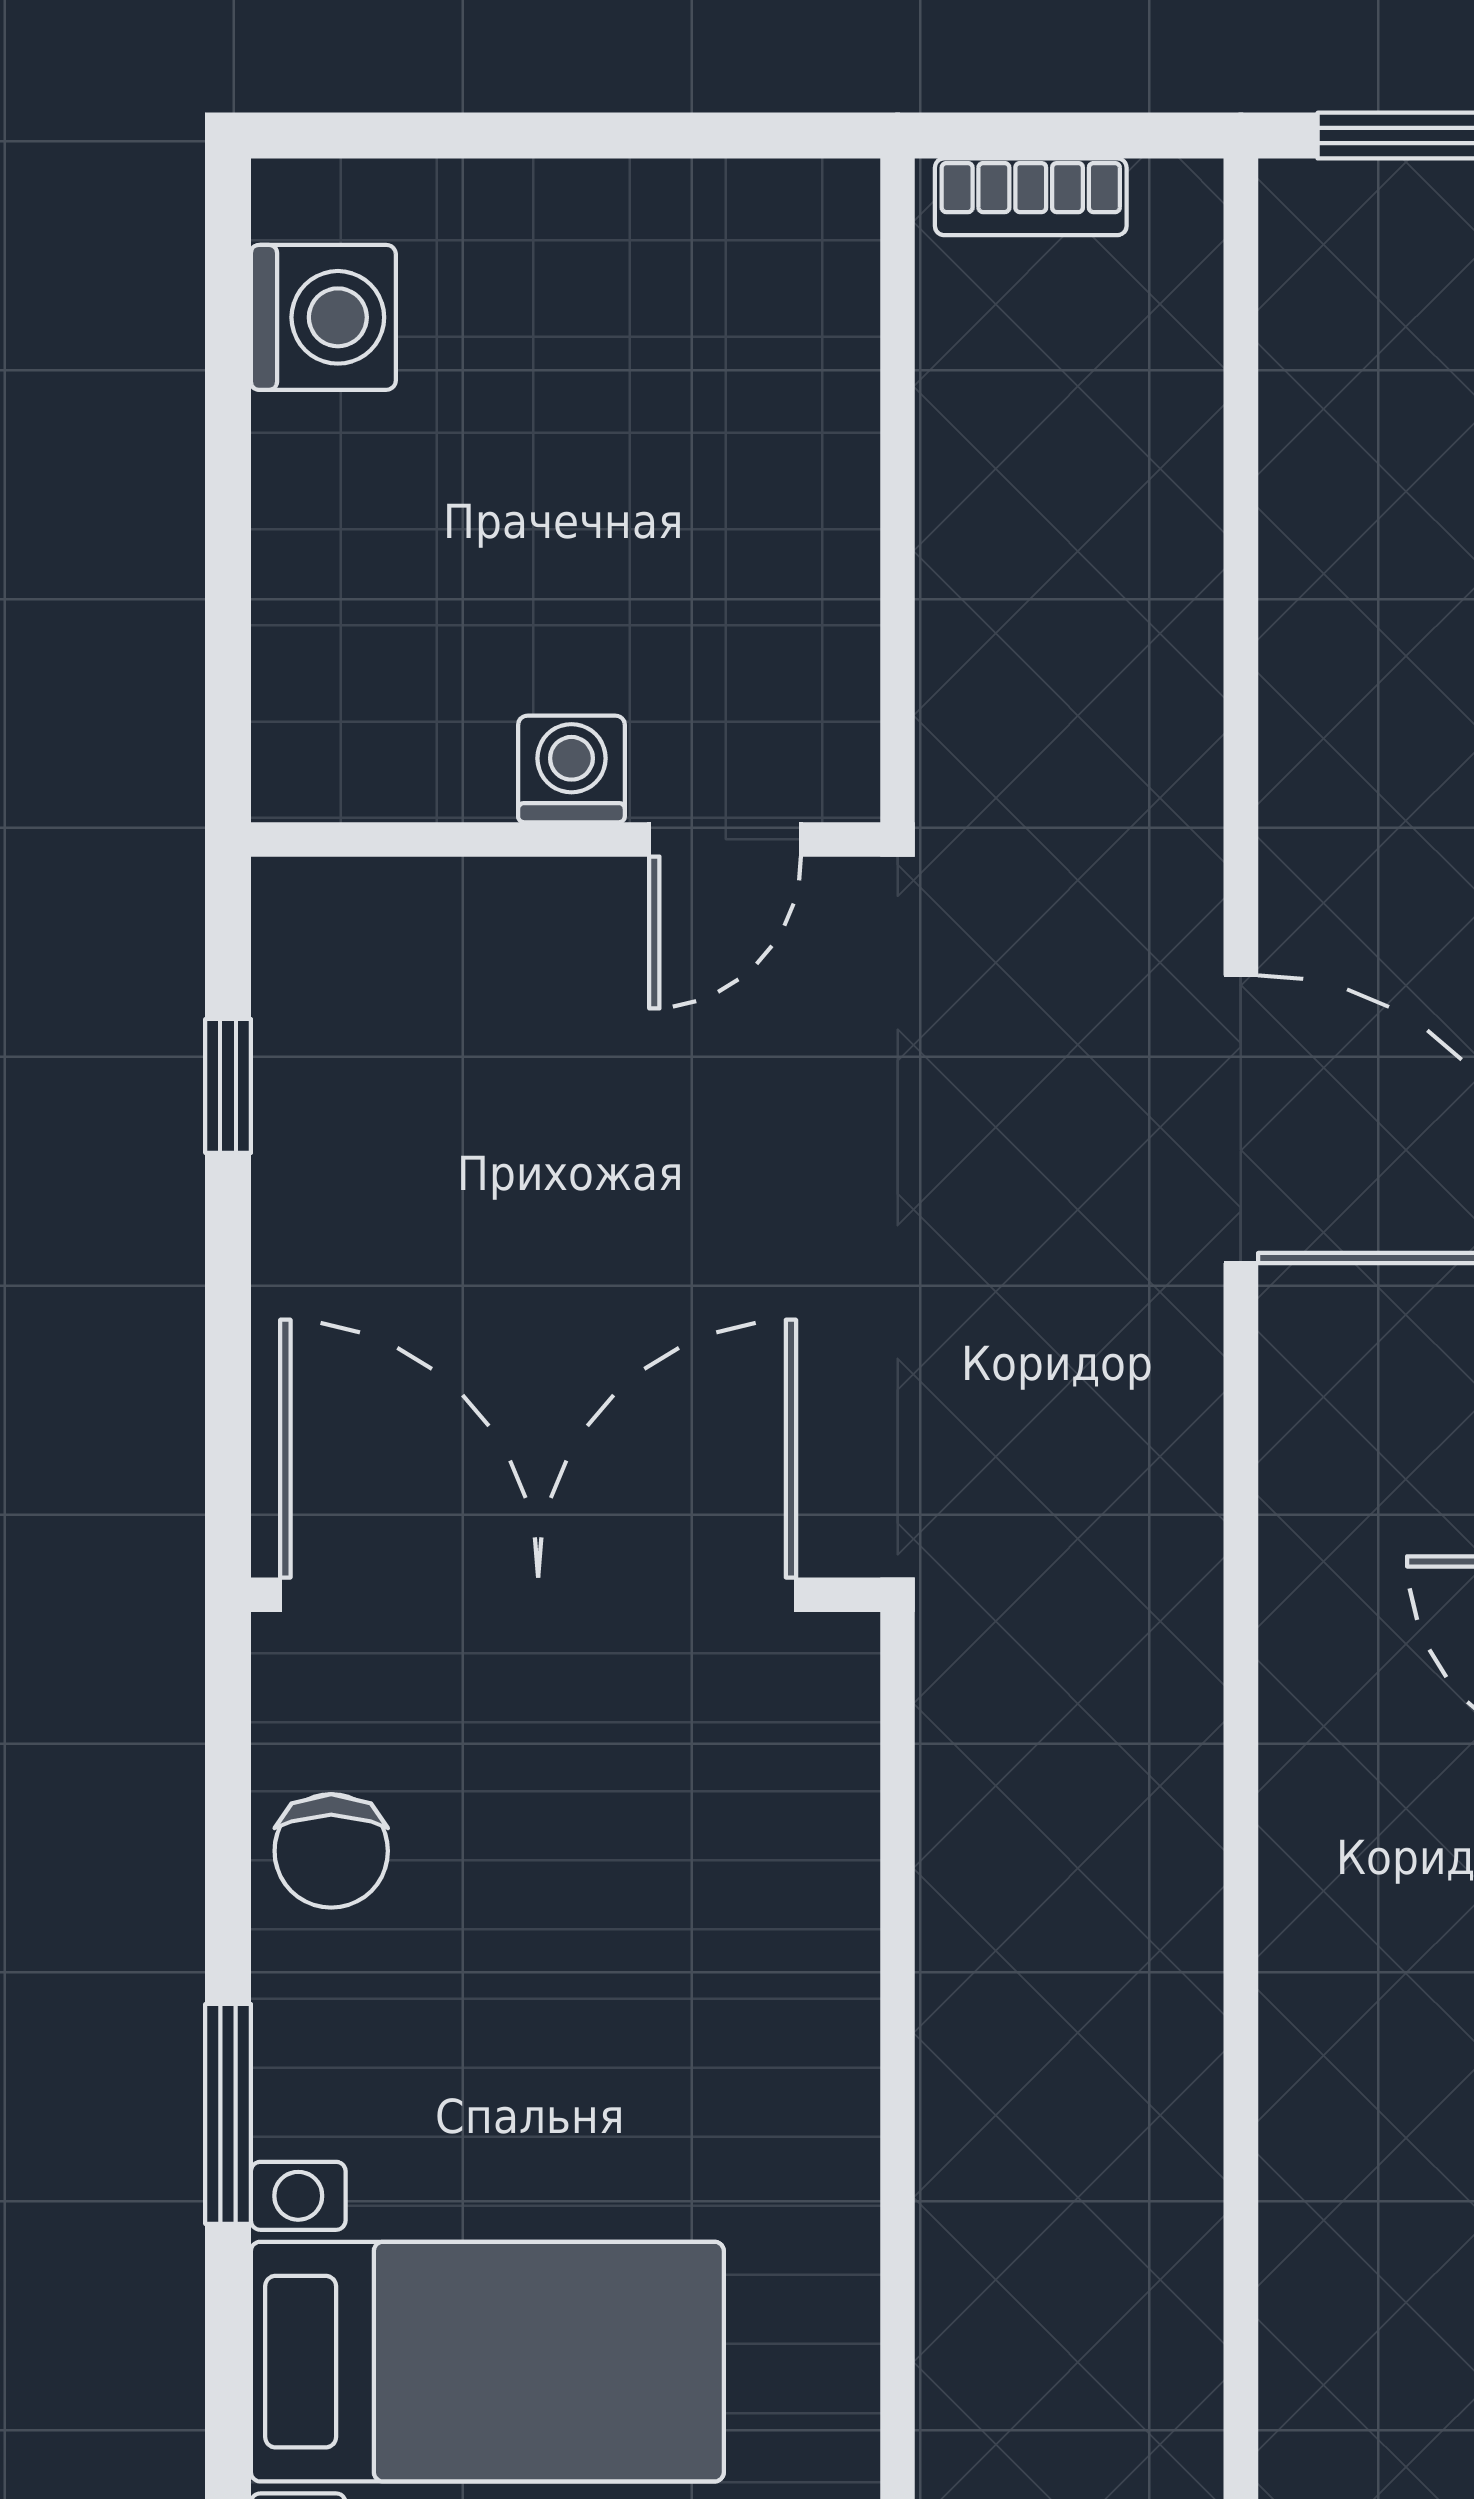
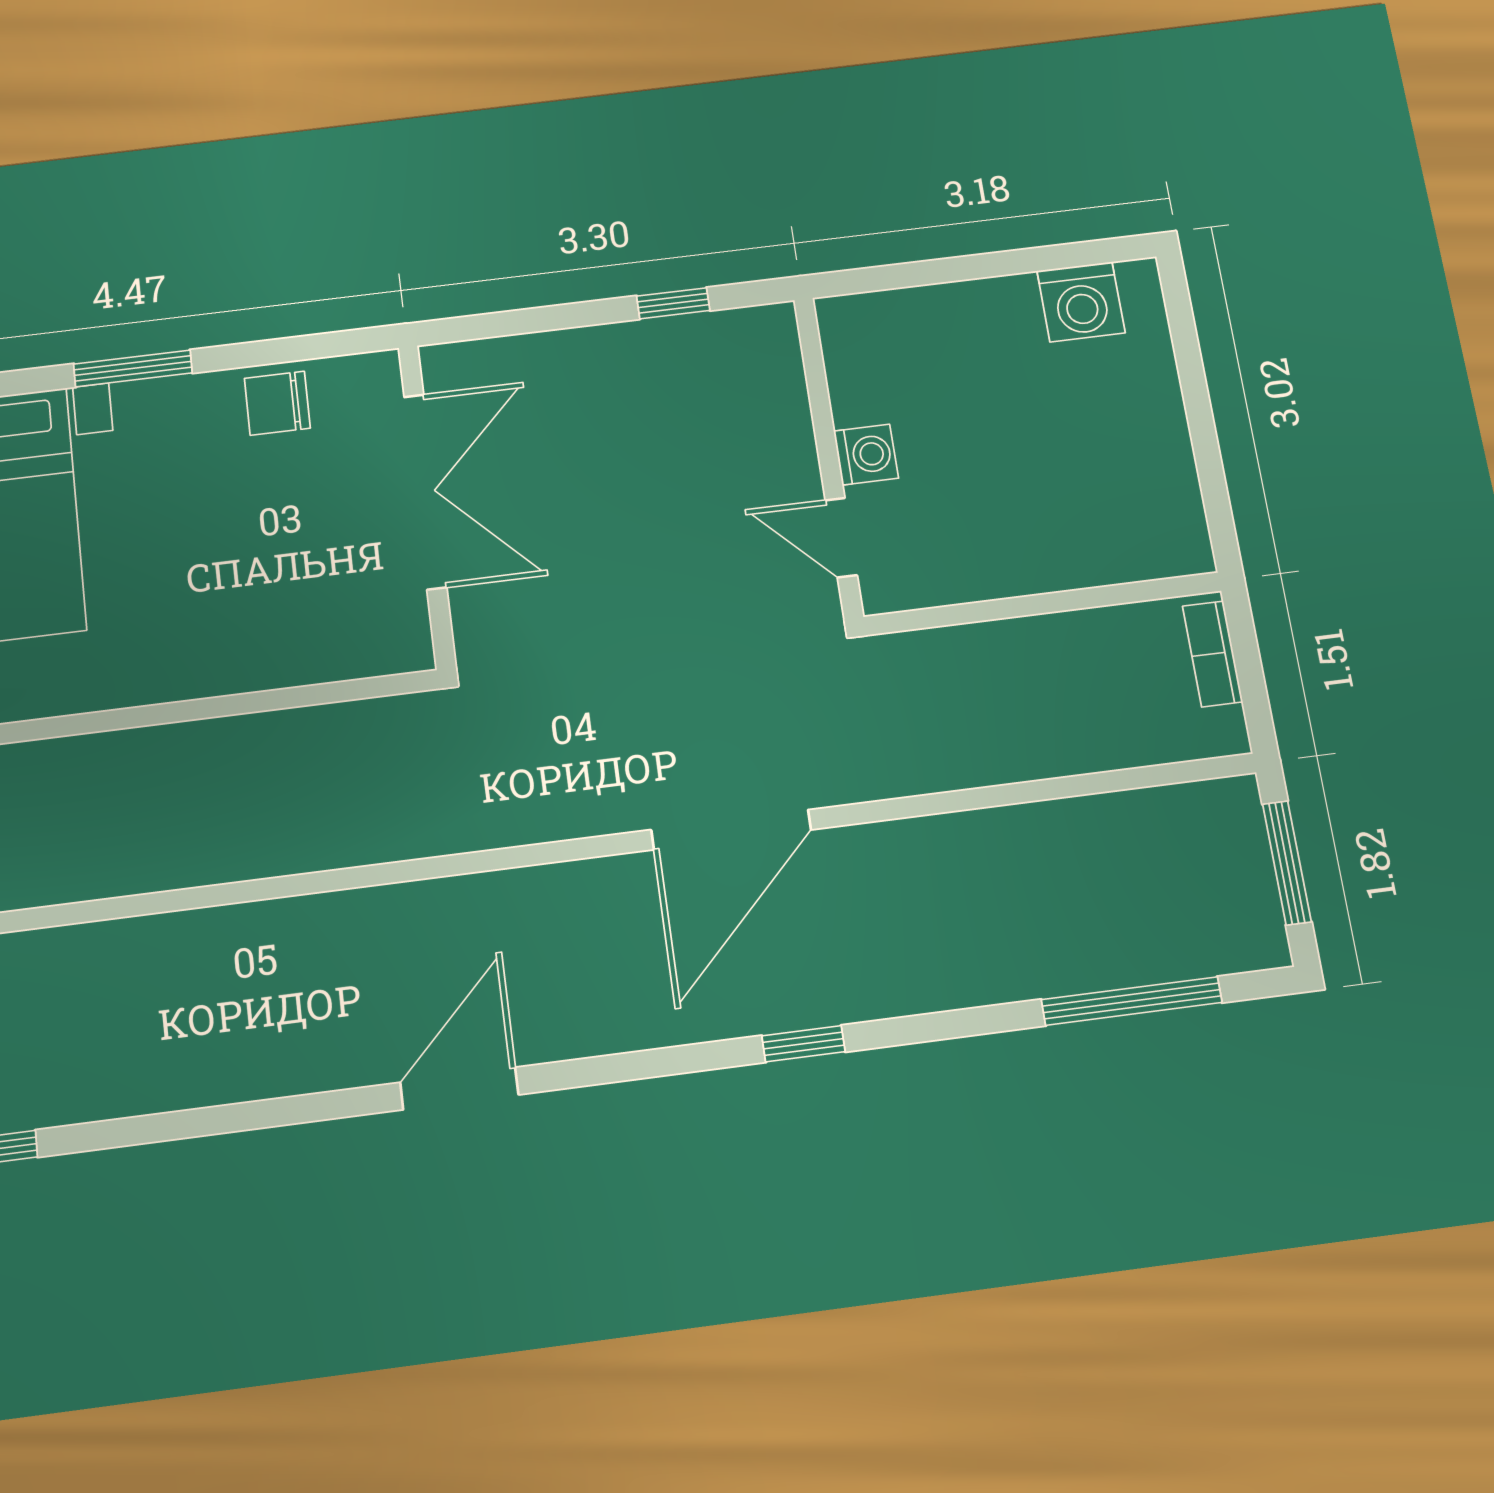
double door: (538, 1595) -> (425, 491), width x0.73

